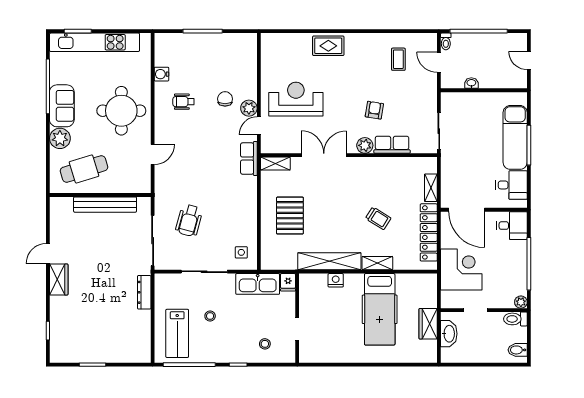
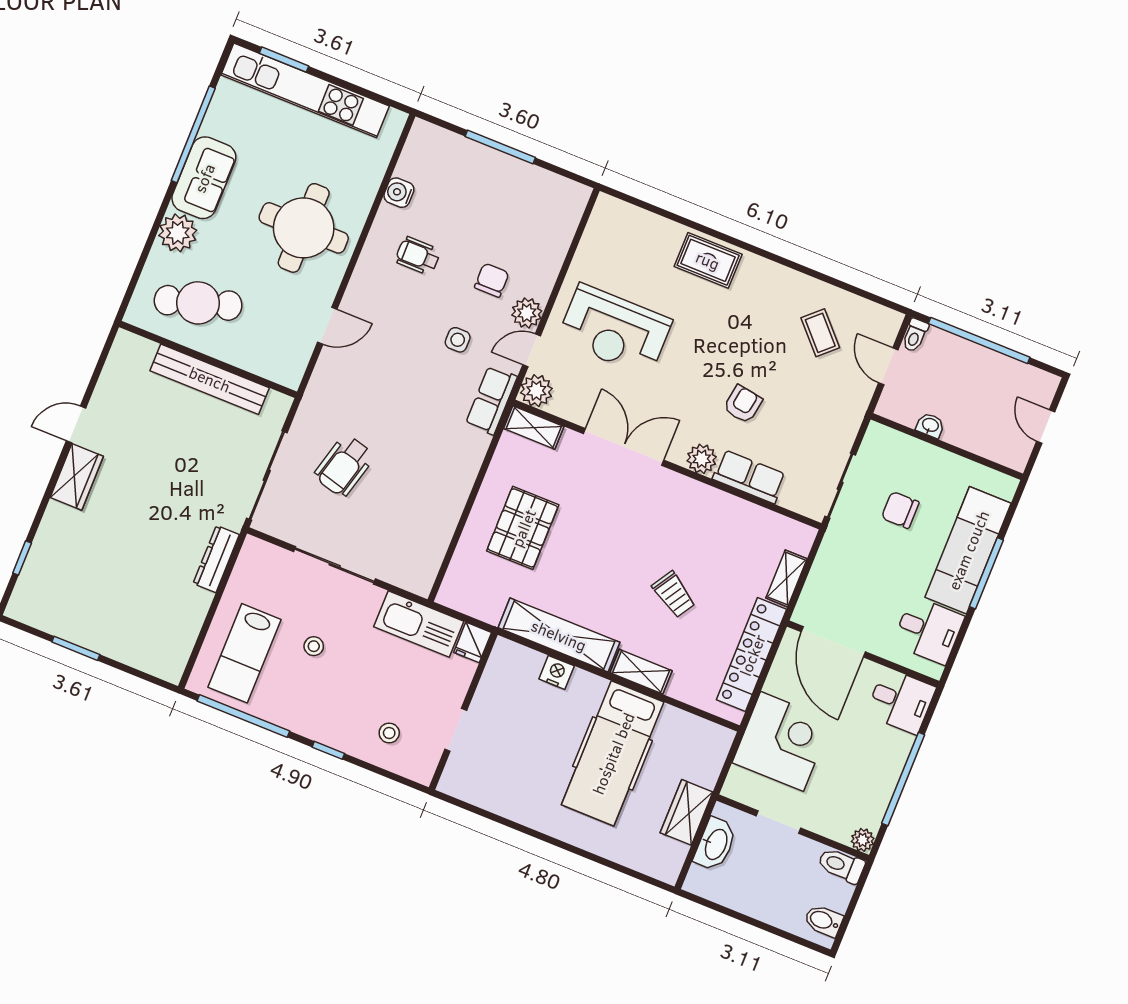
coffee table: (398, 59) -> (820, 333), turned -43
reception desk: (296, 99) -> (615, 330), turned 180
chair: (473, 131) -> (900, 510), added
plant: (269, 145) -> (536, 391), added
side table: (241, 252) -> (458, 340), moved

